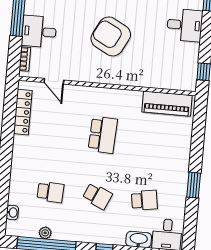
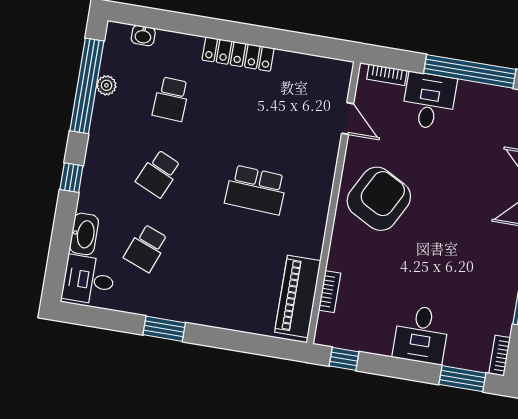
armchair: (111, 36) -> (379, 199), moved
door: (54, 81) -> (348, 118), swing flipped
bookcase: (162, 84) -> (330, 292), added
locker: (23, 112) -> (238, 54), moved
school desk: (144, 200) -> (146, 248), turned 30

